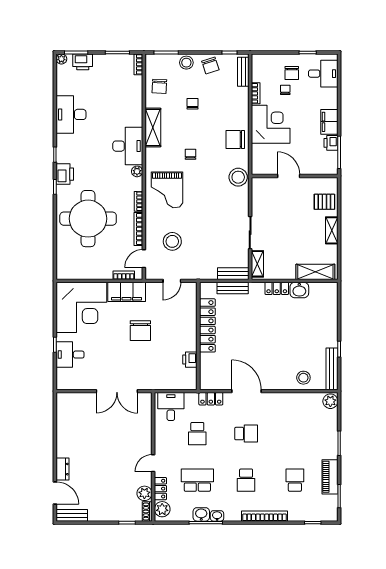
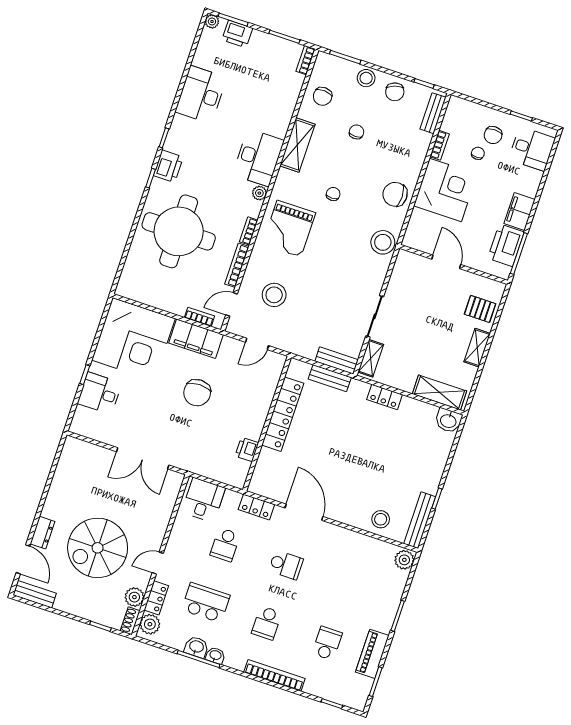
printer: (331, 143) -> (506, 245), width x1.87, depth x1.48
washbasin: (299, 290) -> (448, 421), moved
spiral stairs: (106, 467) -> (98, 548), added

